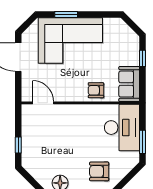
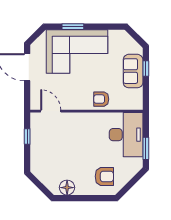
sofa: (129, 84) -> (133, 71), moved
window: (18, 145) -> (27, 136), moved
armchair: (99, 171) -> (104, 176), turned 180

